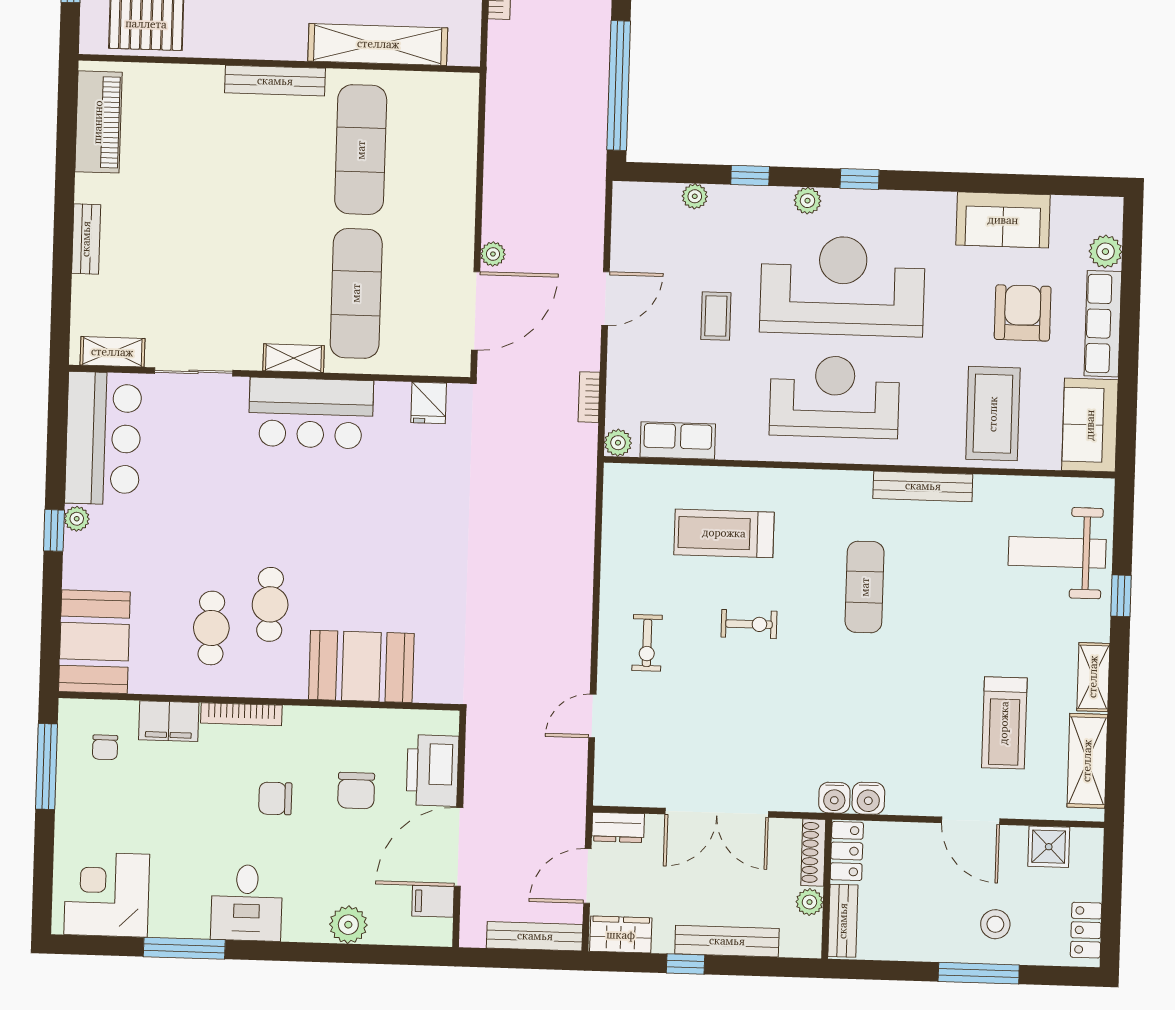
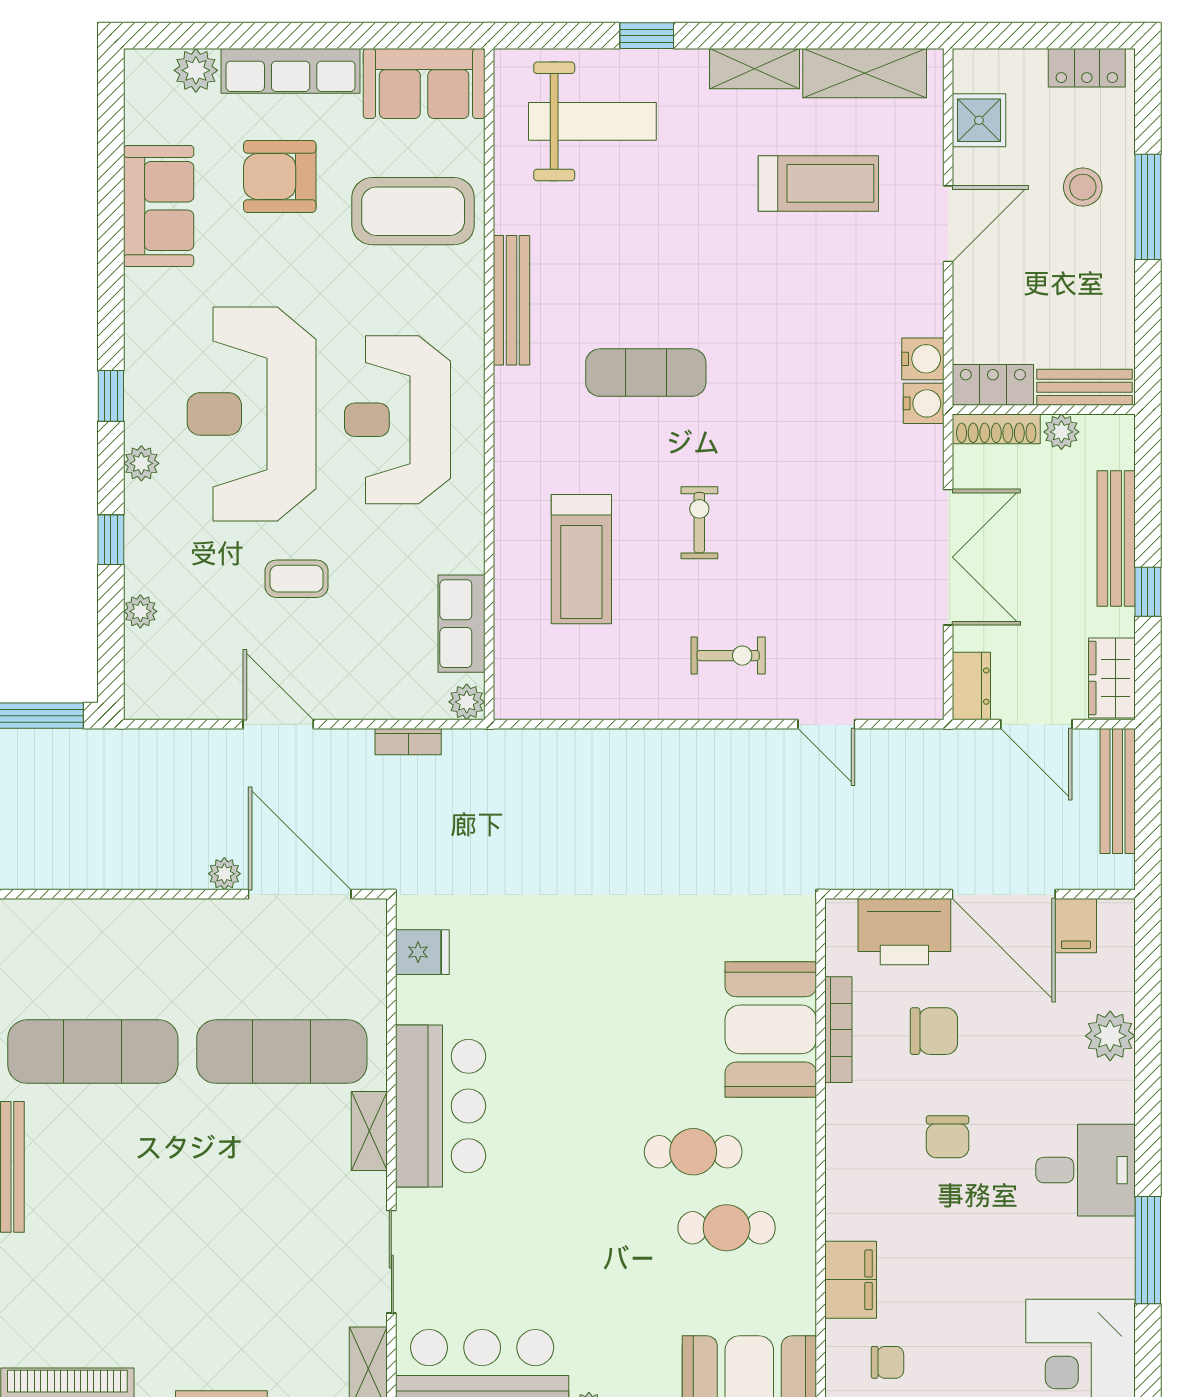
weight bench: (1057, 552) -> (592, 121), turned -90
bookcase: (241, 714) -> (838, 1030), moved

